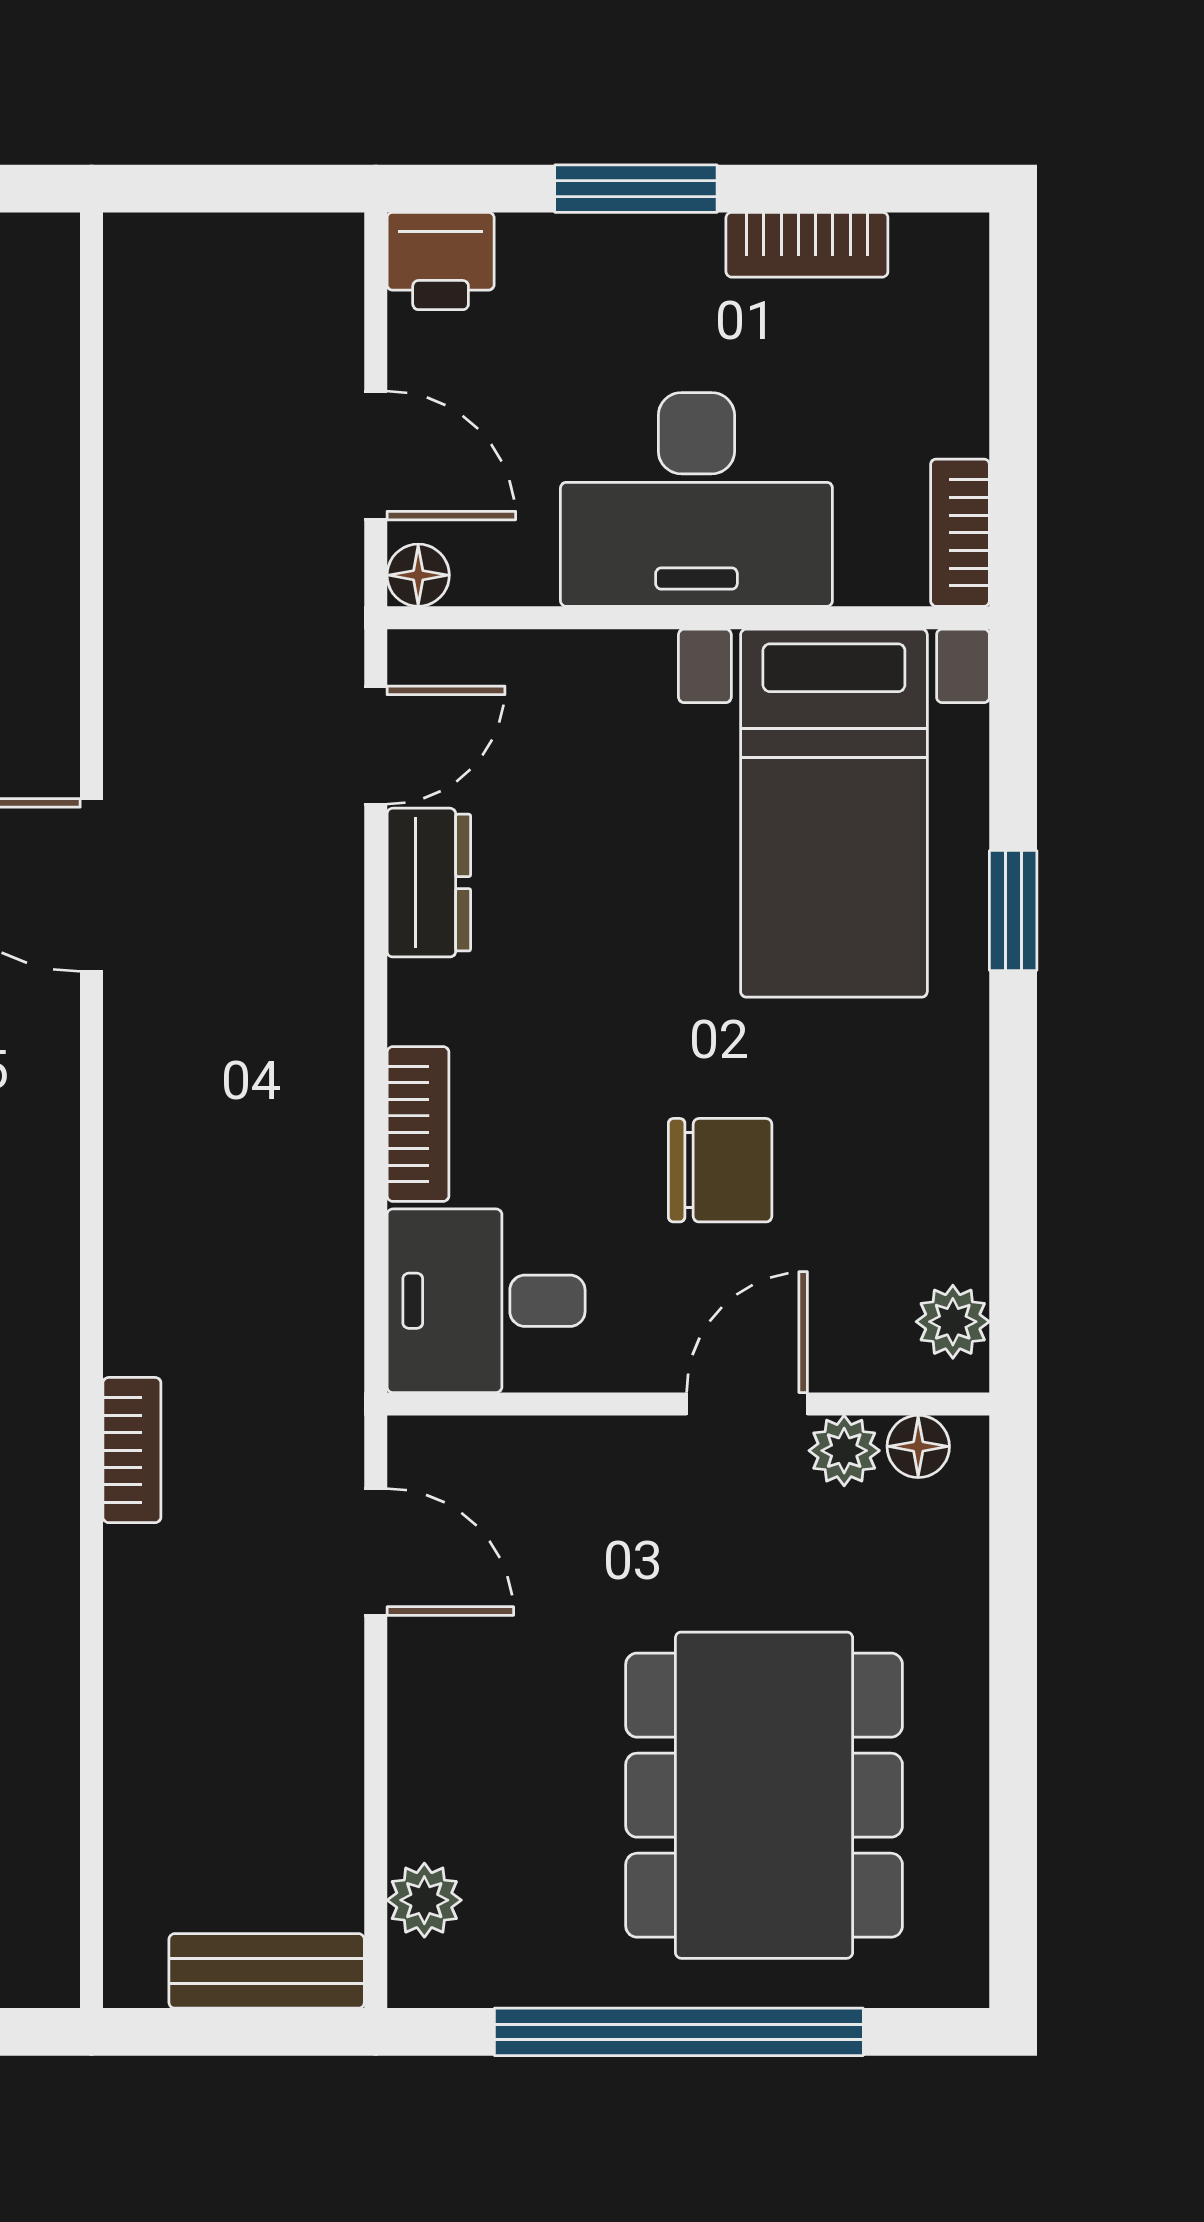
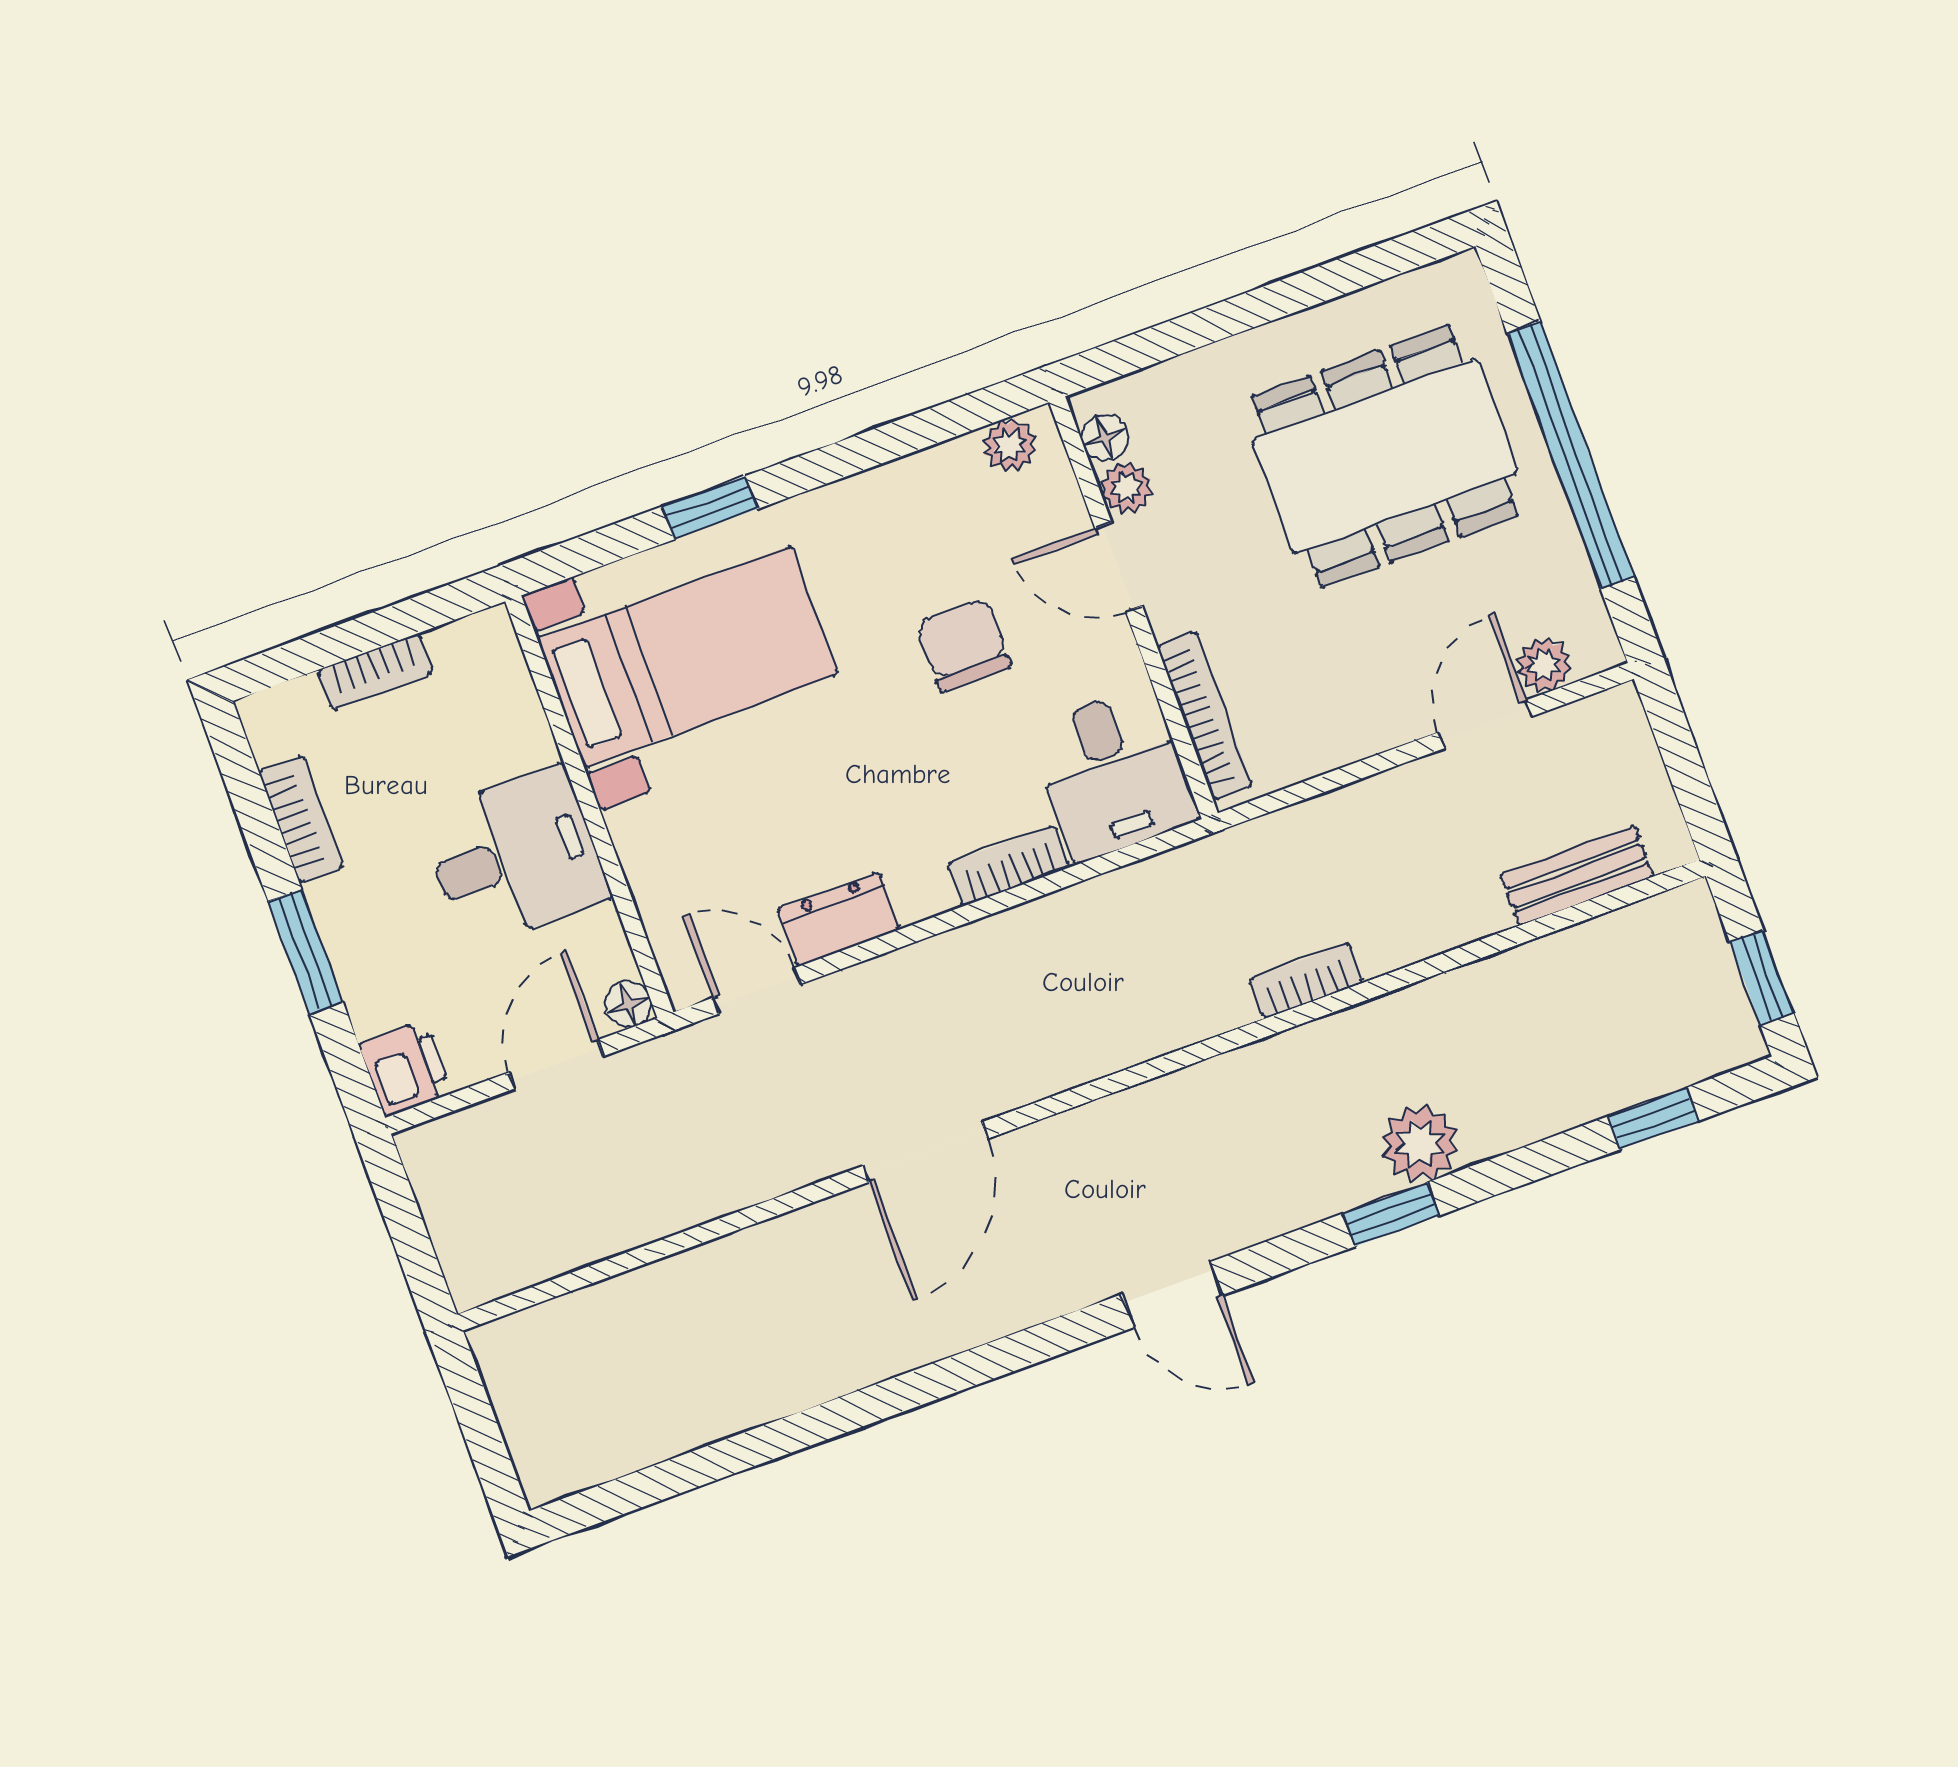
desk: (696, 499) -> (515, 857), width x0.73
bookcase: (960, 533) -> (376, 672), moved
bookcase: (518, 1444) -> (1204, 716), added
door: (376, 1552) -> (1485, 724), moved
bench: (267, 1971) -> (1577, 876), moved, turned 90

